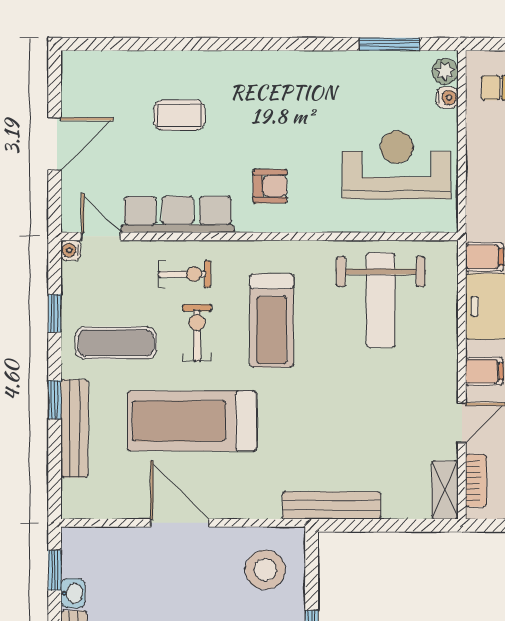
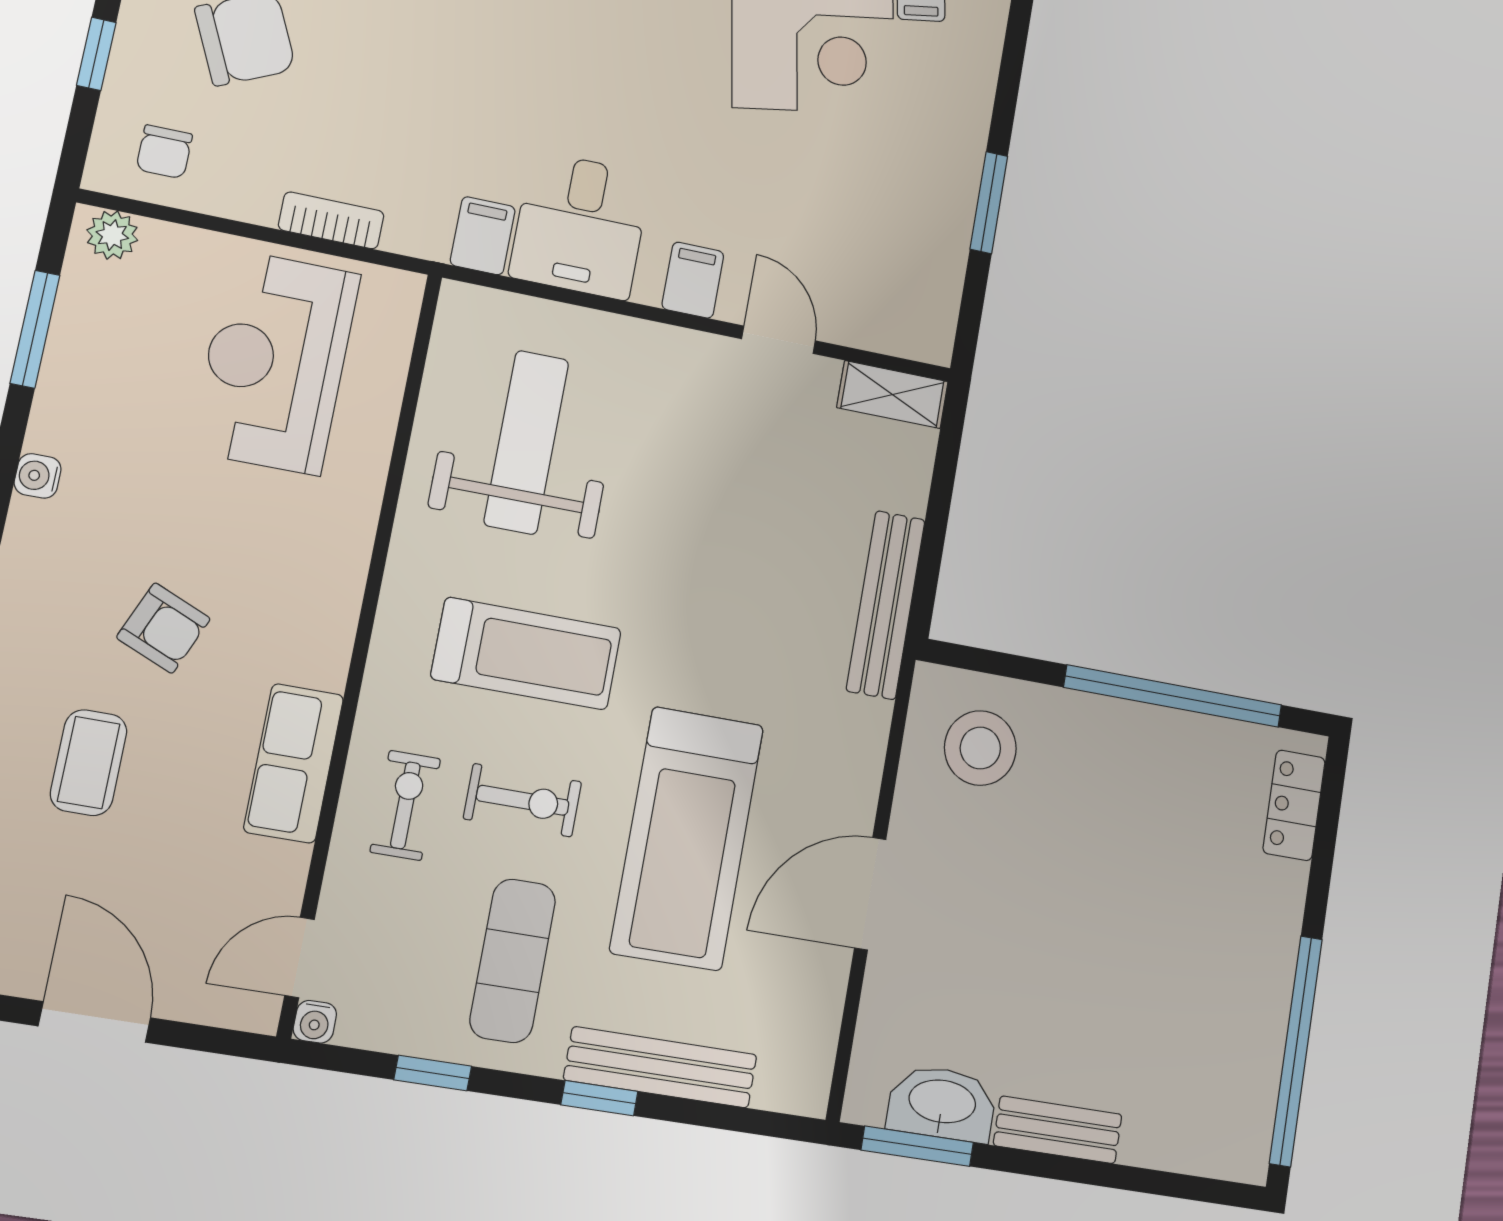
water cooler: (447, 97) -> (38, 476), moved, turned -90
armchair: (270, 186) -> (163, 628), moved, turned 113
row of seats: (178, 214) -> (294, 763), width x0.68
weight bench: (381, 300) -> (526, 442), turned -90
exercise bike: (197, 333) -> (523, 800), turned 180
bookcase: (476, 481) -> (331, 220), moved
window: (55, 570) -> (917, 1146), width x1.50
washbasin: (73, 593) -> (942, 1103), width x1.91, depth x1.45

